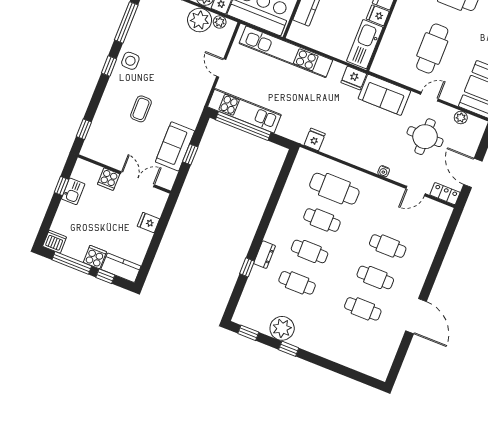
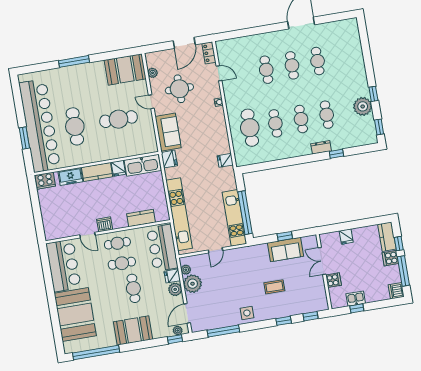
window: (109, 66) -> (284, 321), moved

